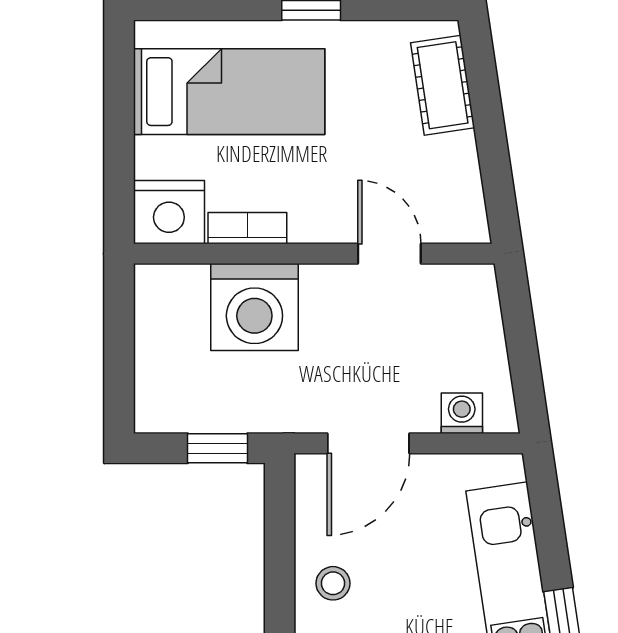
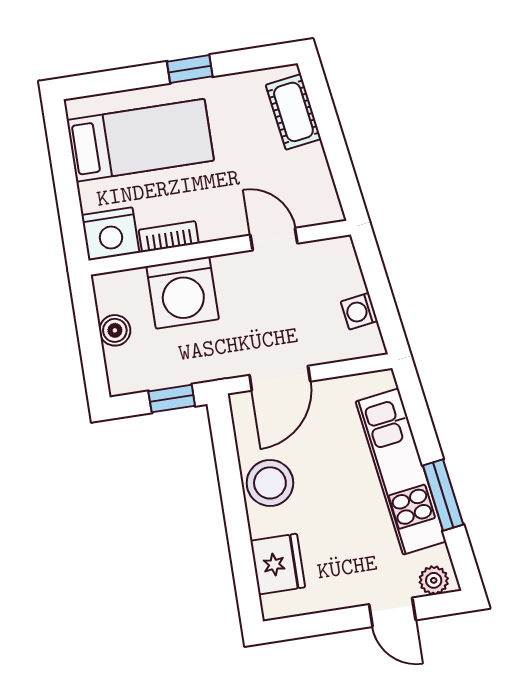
boiler: (155, 344) -> (115, 330), added
washing machine: (462, 413) -> (359, 311), moved, turned -98
stool: (333, 583) -> (270, 483), width x1.89, depth x1.89

